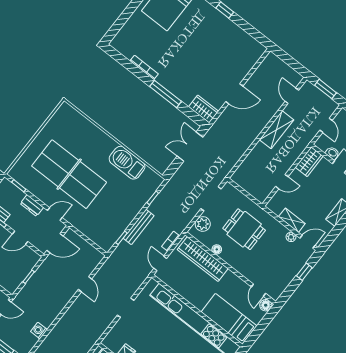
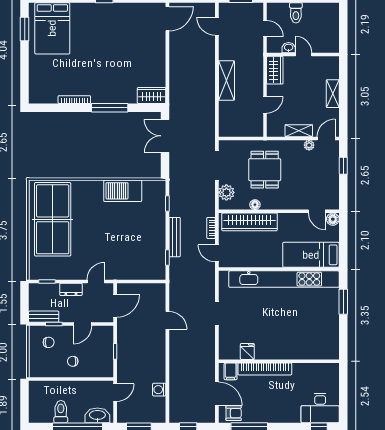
door: (234, 94) -> (167, 19), moved
shelving: (277, 130) -> (226, 81), moved
table tennis table: (69, 174) -> (53, 219), moved, turned 90
dining table: (244, 229) -> (265, 170), turned 90

